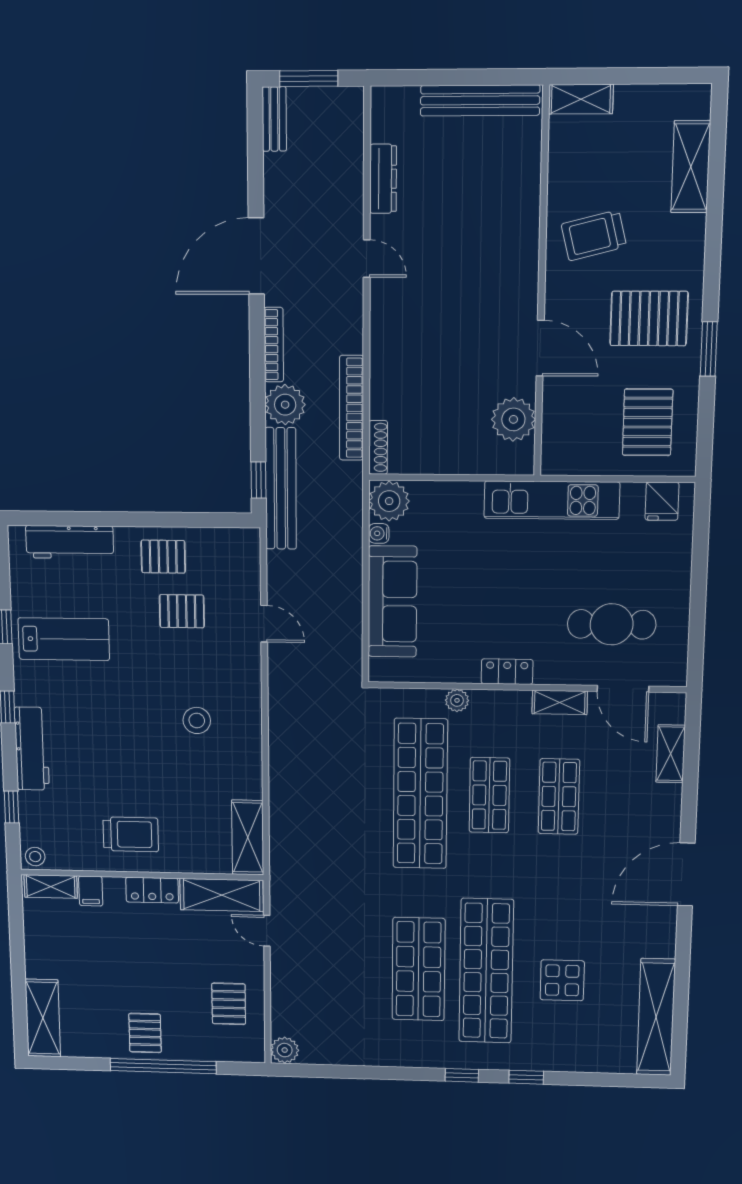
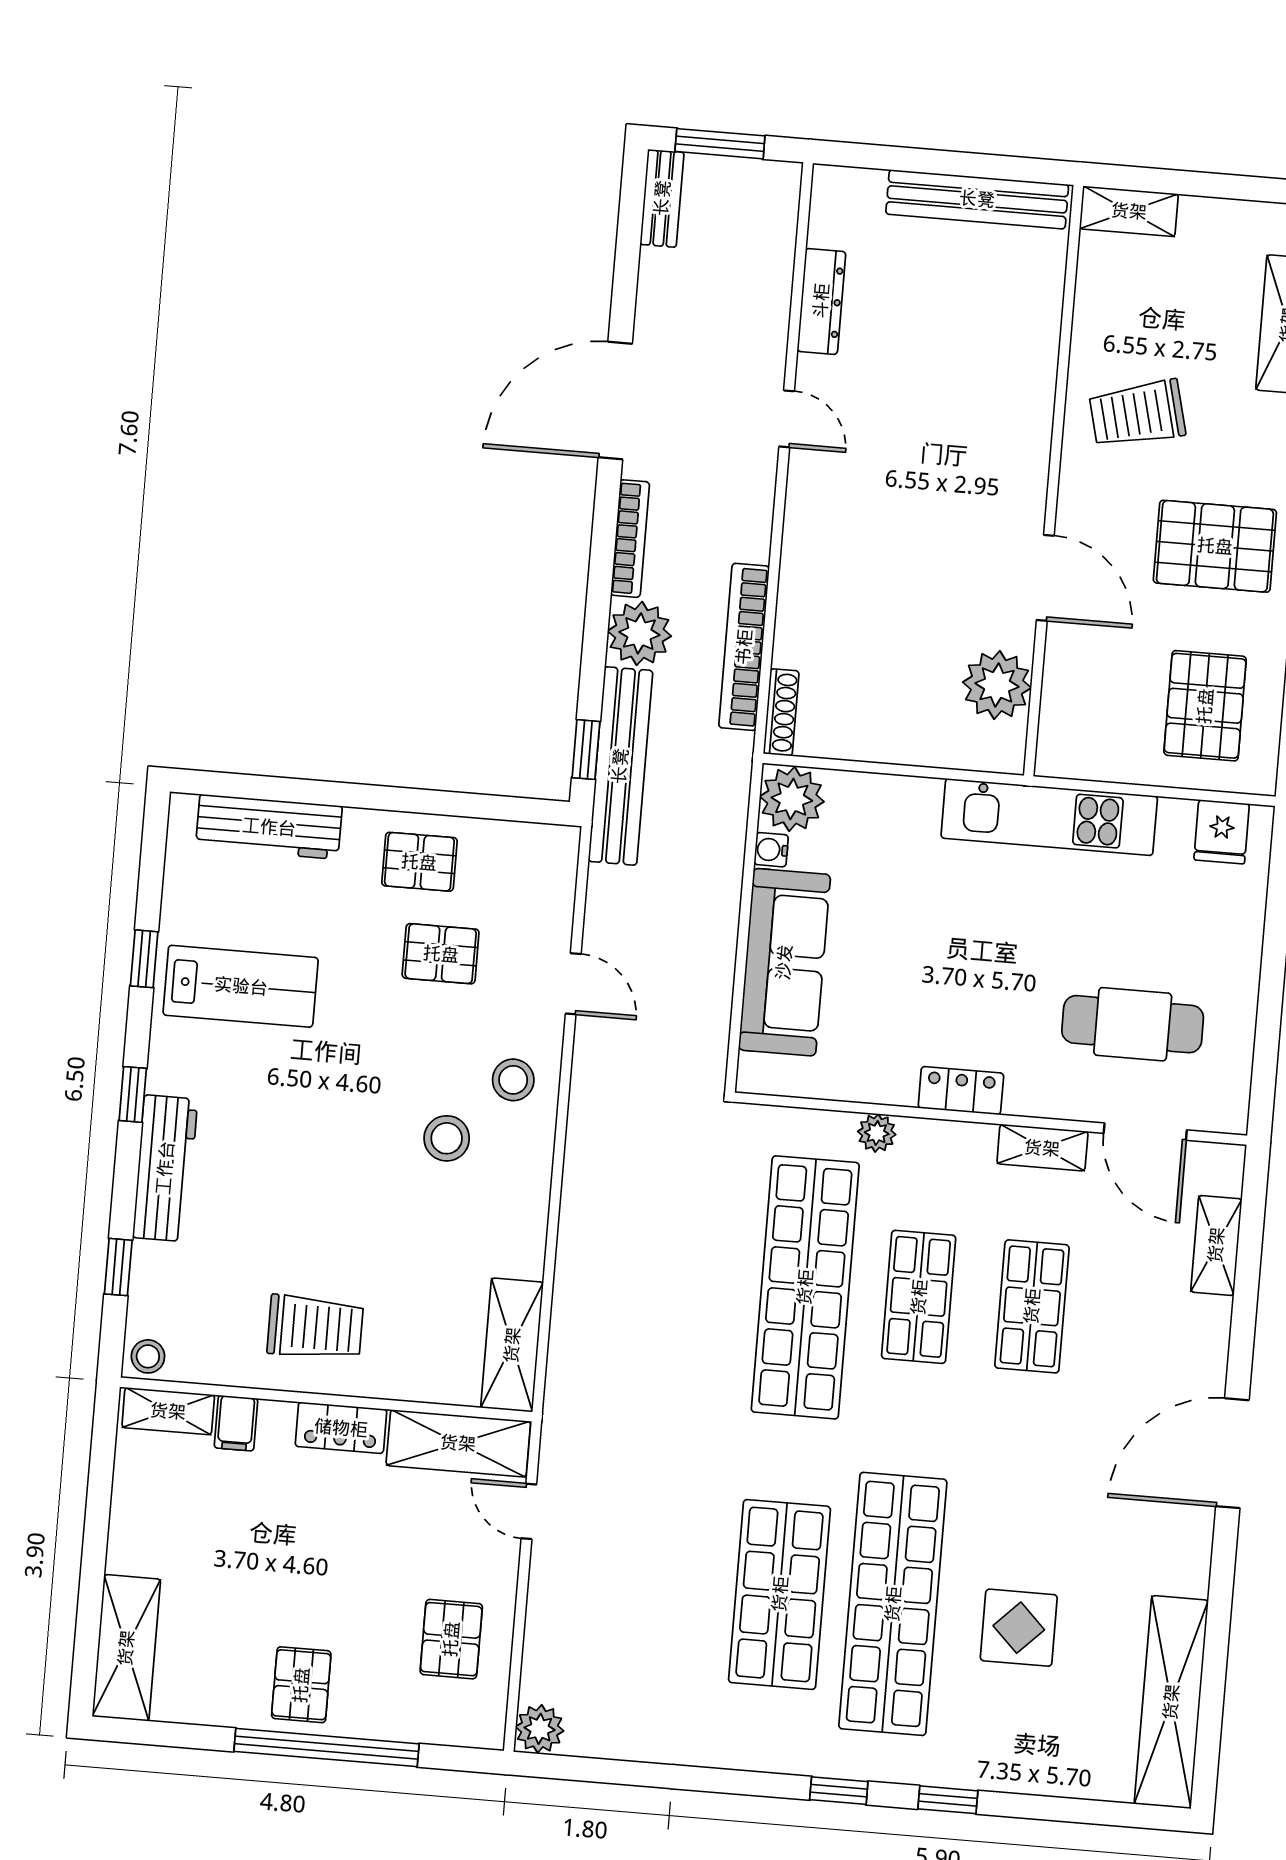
stool: (233, 683) -> (513, 1080), added

